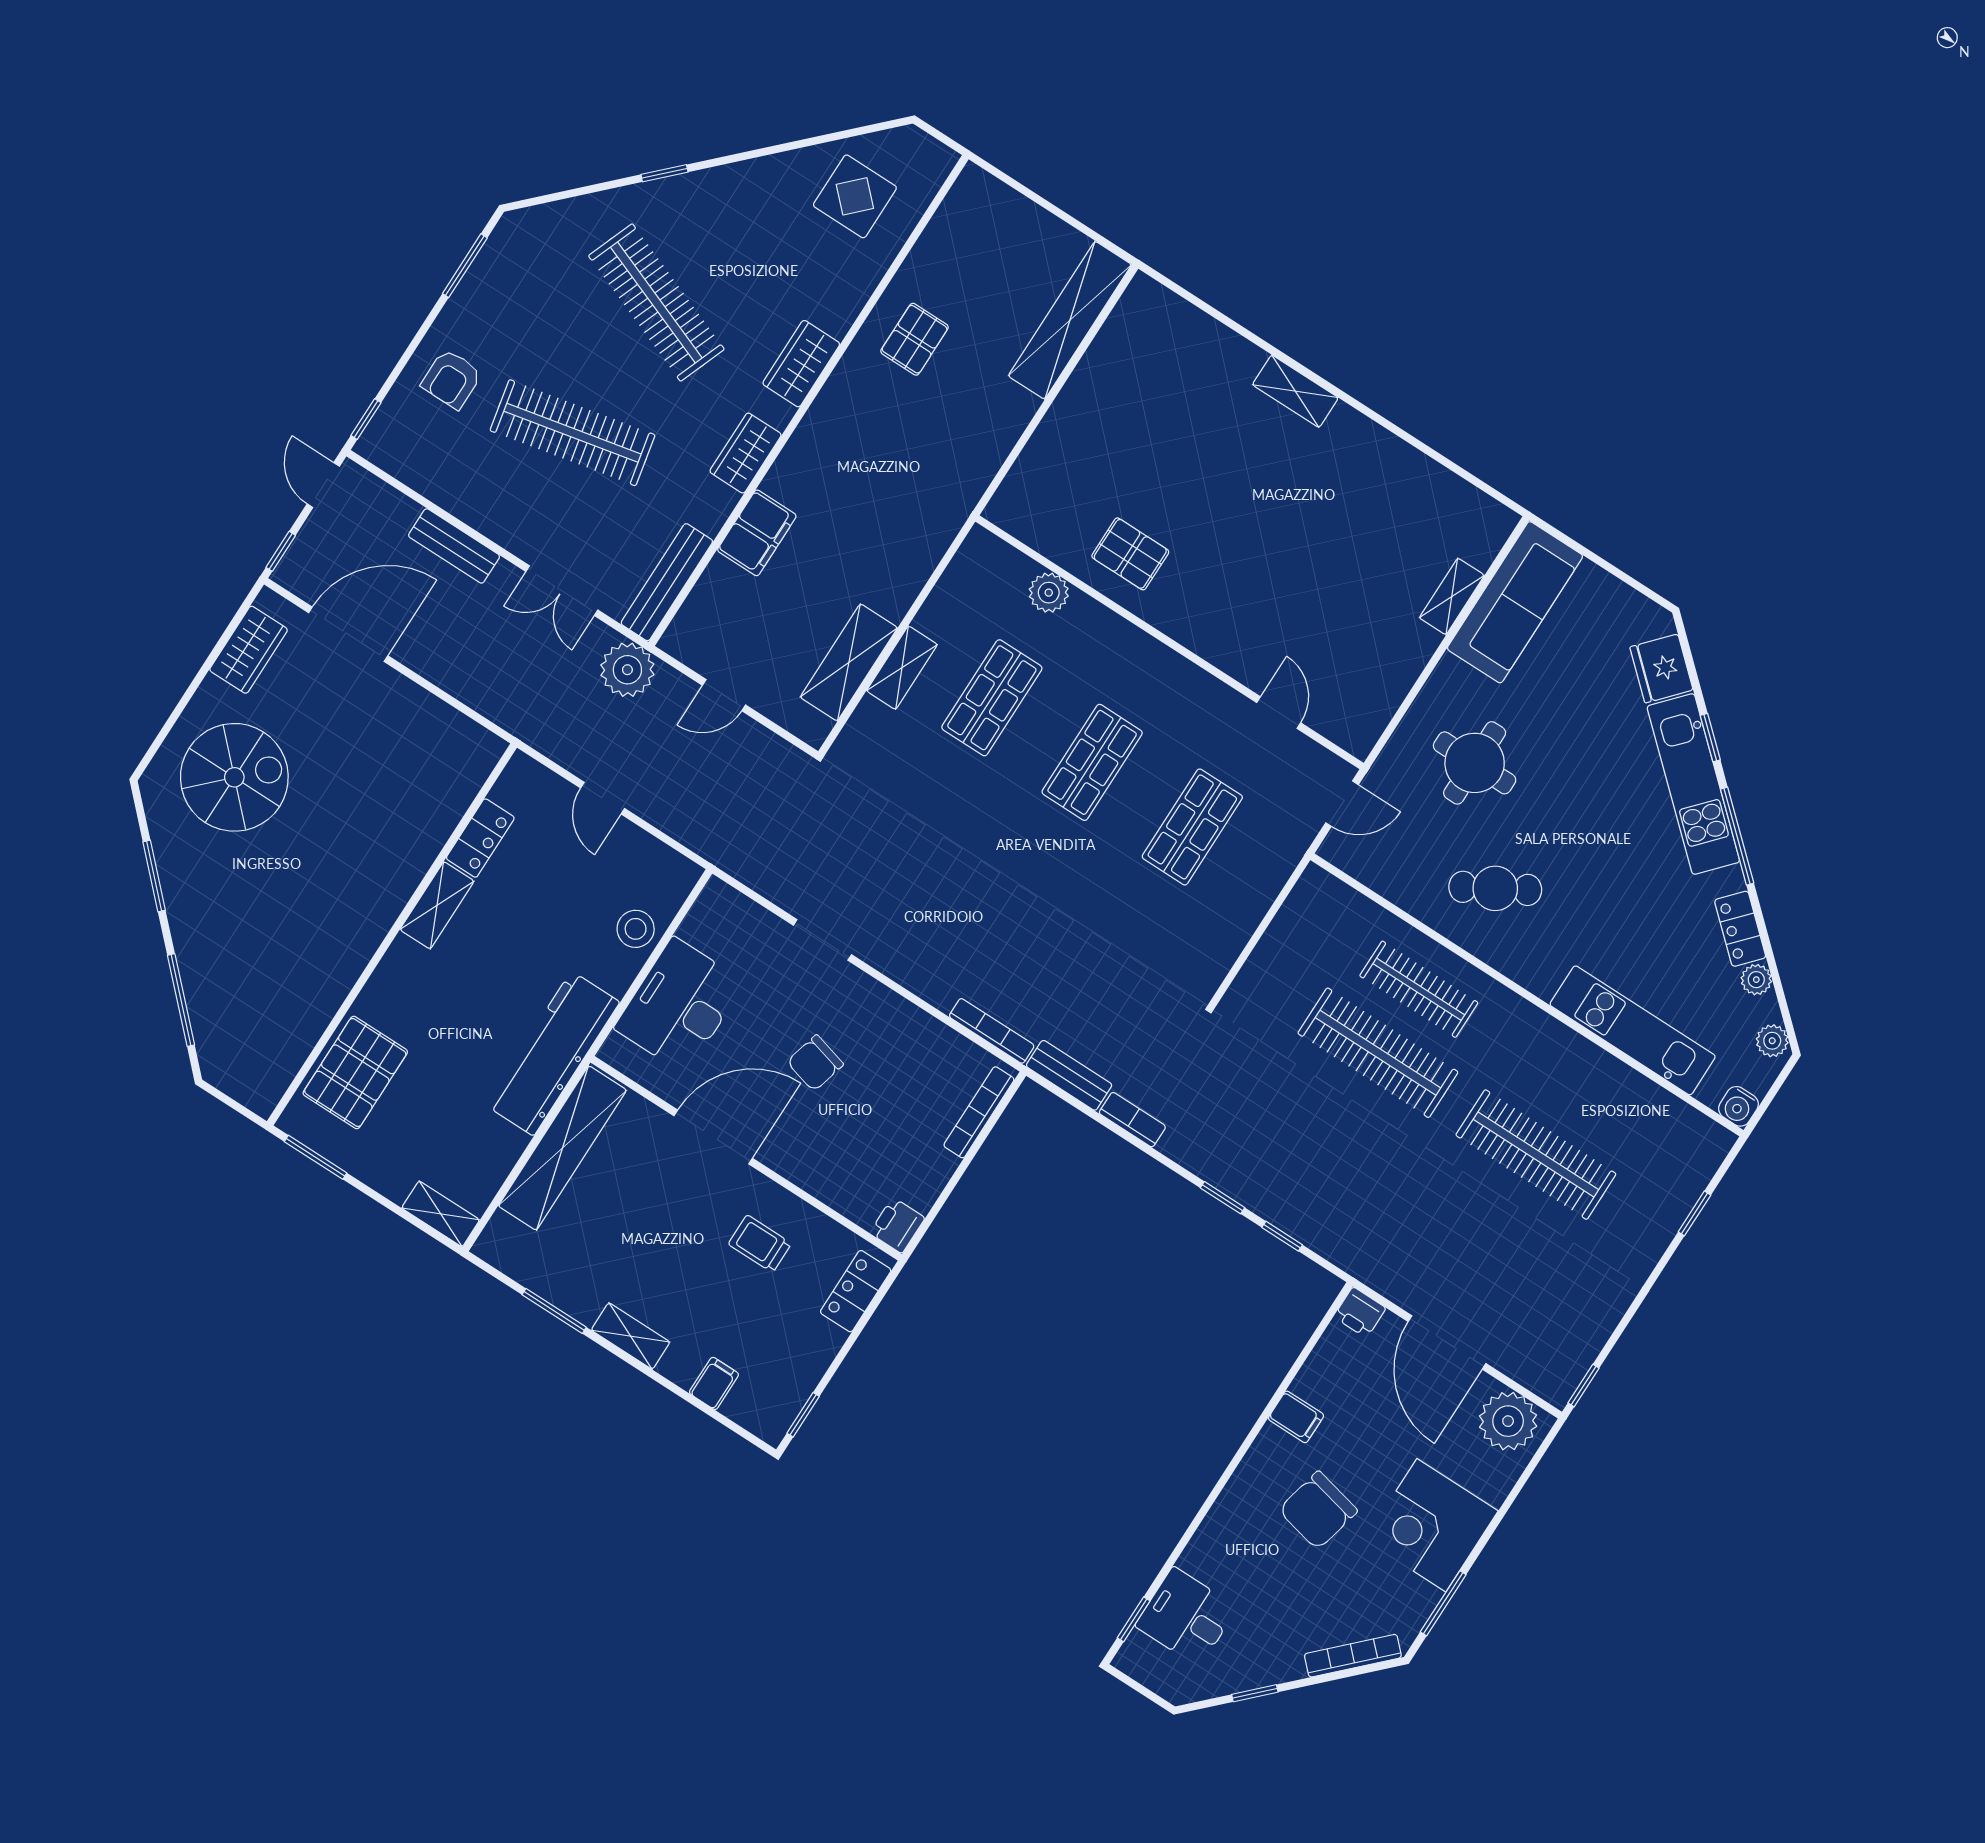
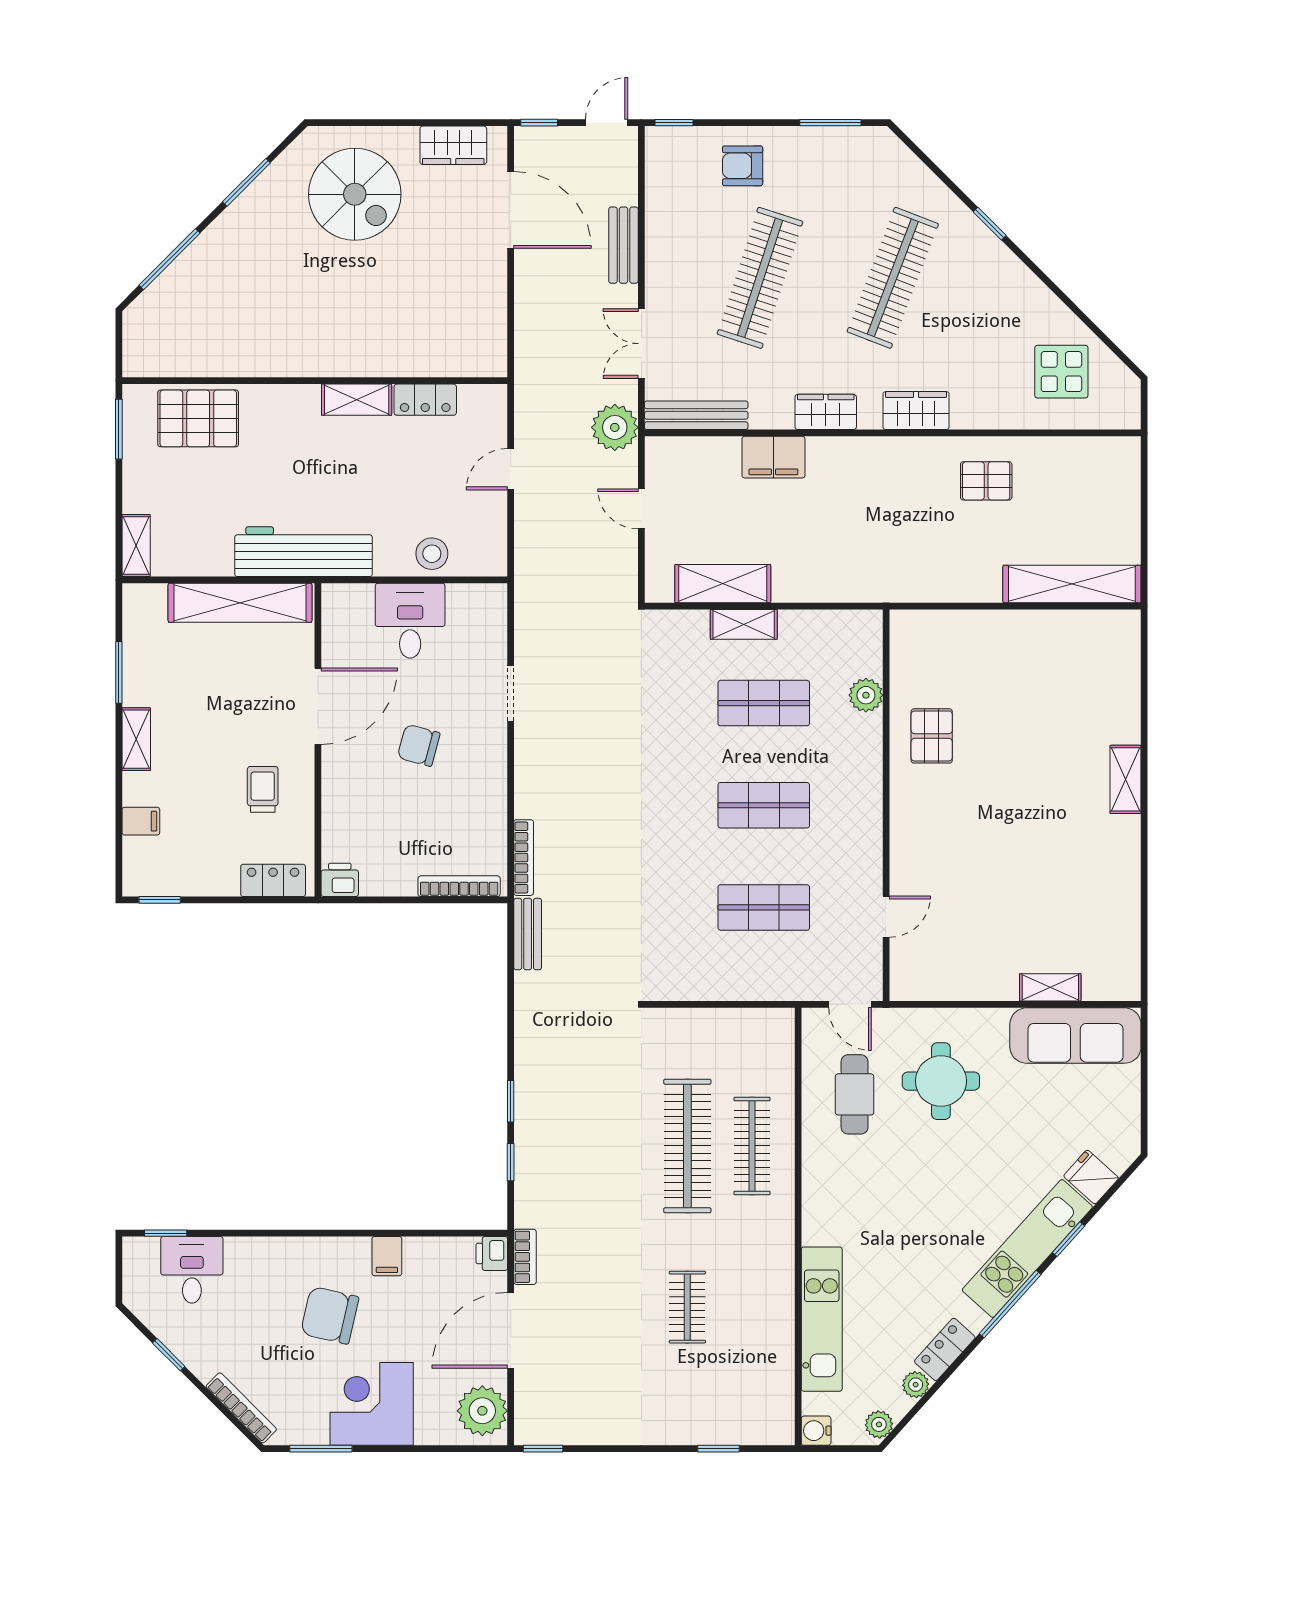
clothes rail: (572, 433) -> (760, 278), turned 30
fridge: (1661, 668) -> (1091, 1177), width x0.72
cafe table: (1495, 888) -> (855, 1094), moved, turned 30
desk: (679, 1005) -> (410, 621), width x0.73
bookcase: (1132, 1120) -> (525, 1257), moved
door: (713, 1137) -> (318, 706), hinge flipped
clothes rail: (1536, 1155) -> (687, 1307), width x0.54, depth x0.76

